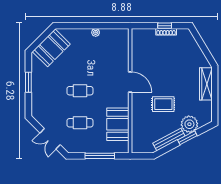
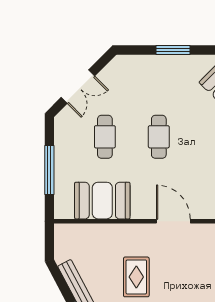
door: (130, 82) -> (173, 221), swing flipped
double door: (50, 139) -> (78, 87), swing flipped

